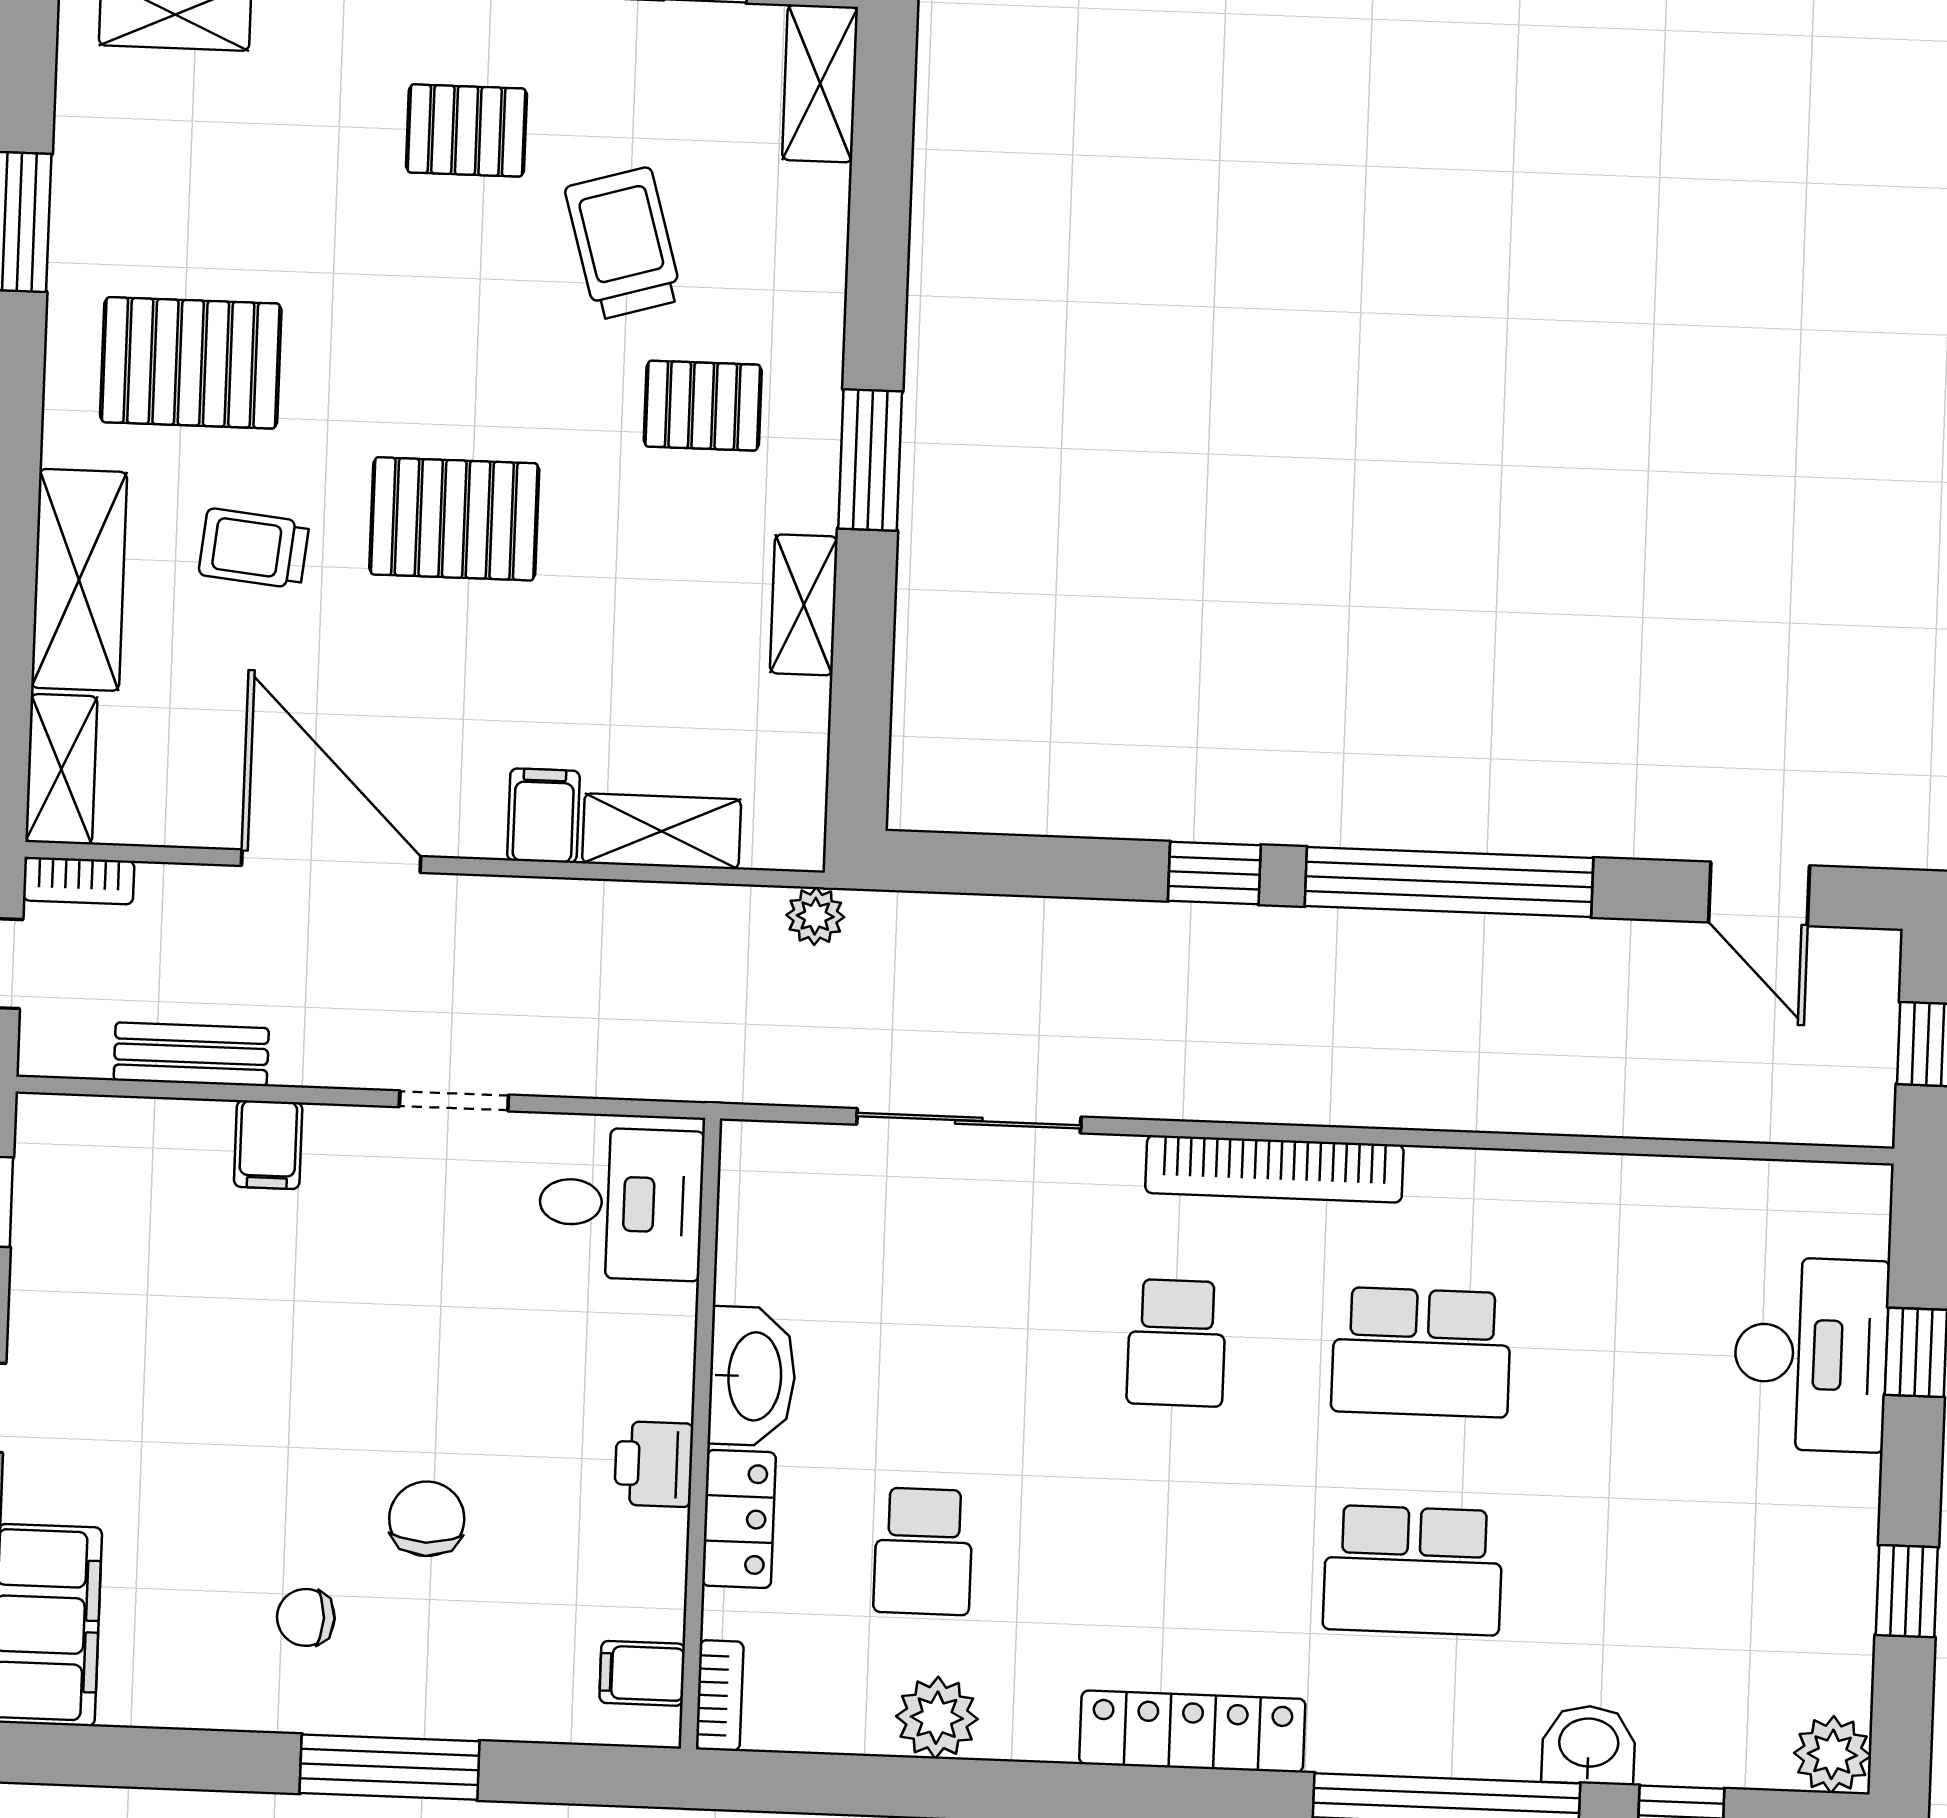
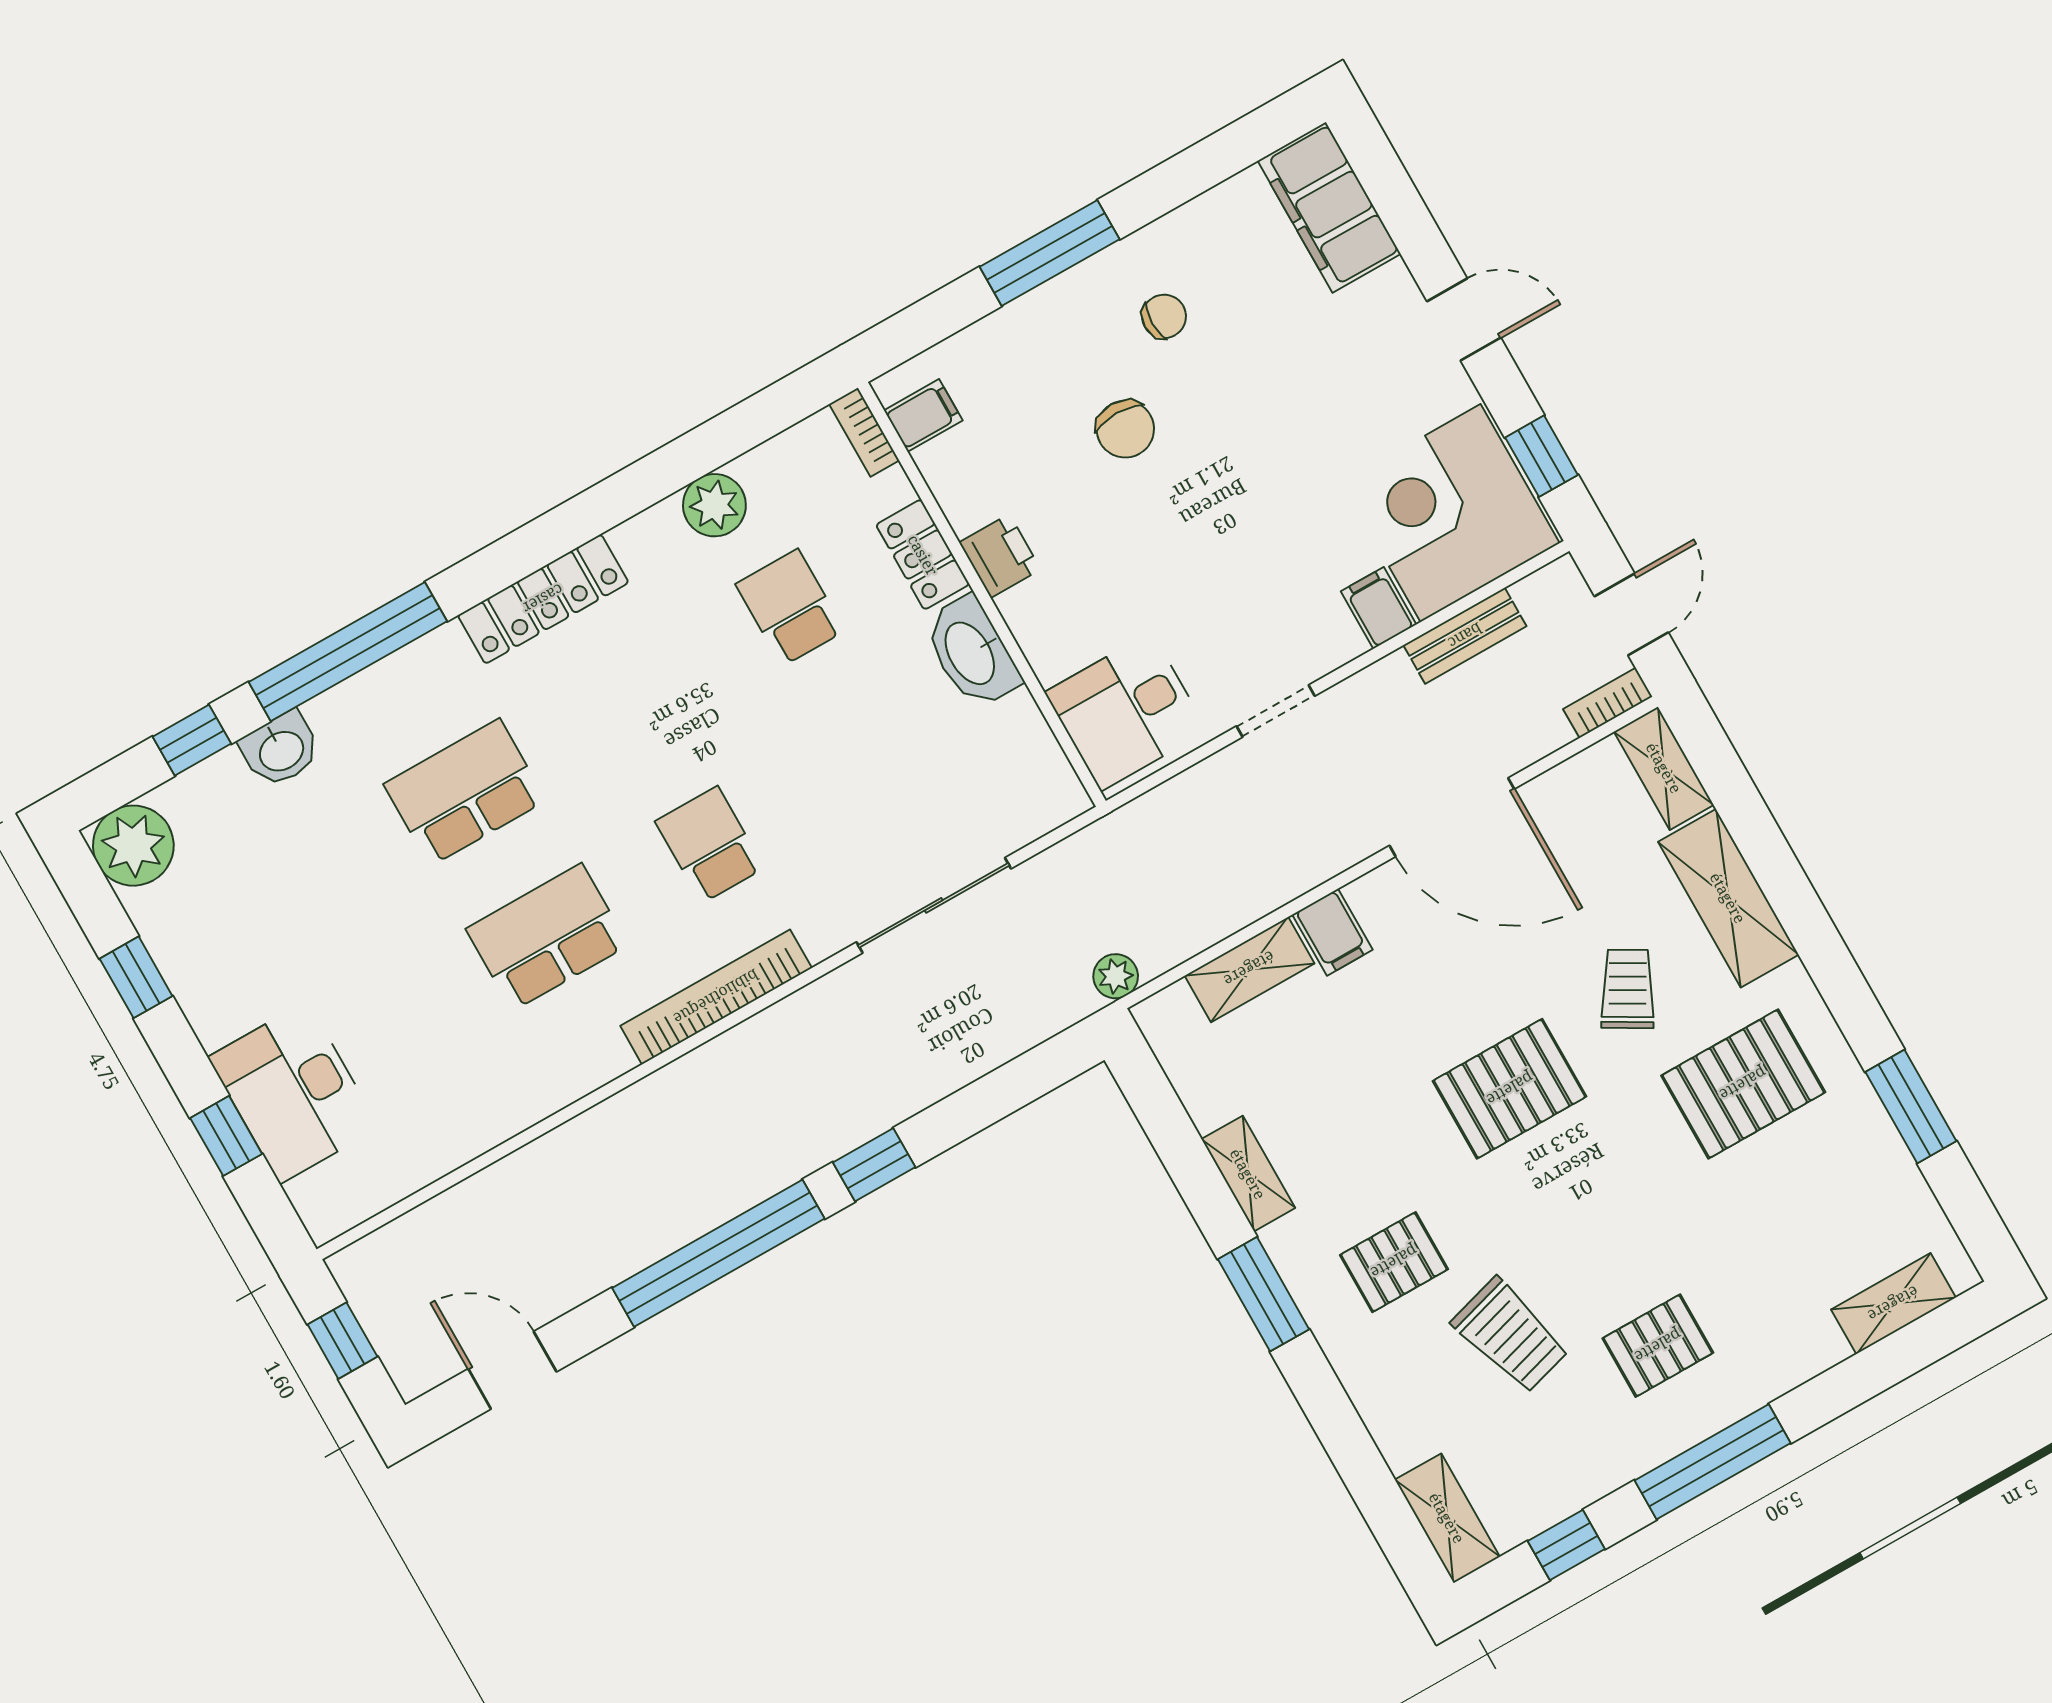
trolley: (254, 548) -> (1628, 989), turned -66
corner desk: (123, 1201) -> (1451, 513), added
plant: (1832, 1754) -> (133, 846), width x1.36, depth x1.36

